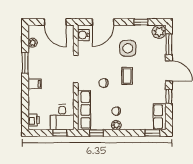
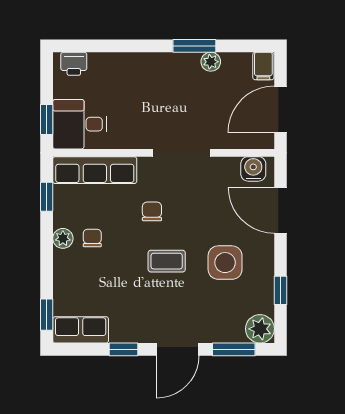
plant: (33, 43) -> (211, 62), moved
filing cabinet: (35, 84) -> (263, 66), moved

